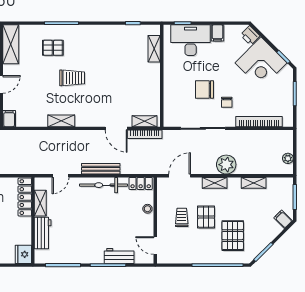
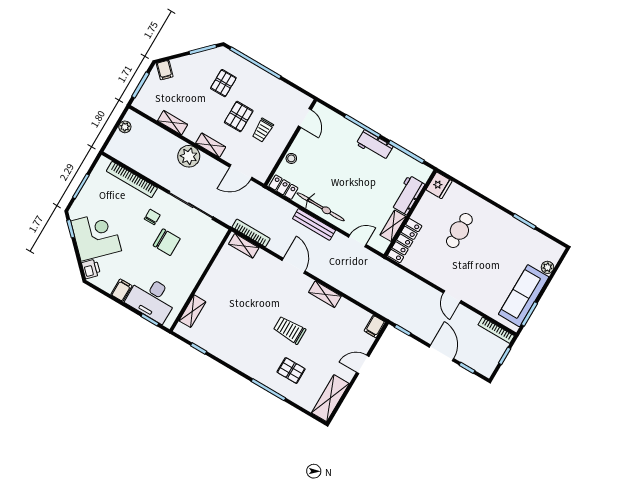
door: (116, 128) -> (294, 266), moved
pallet: (233, 236) -> (223, 83), width x0.67, depth x0.71
workbench: (119, 256) -> (375, 145), moved

